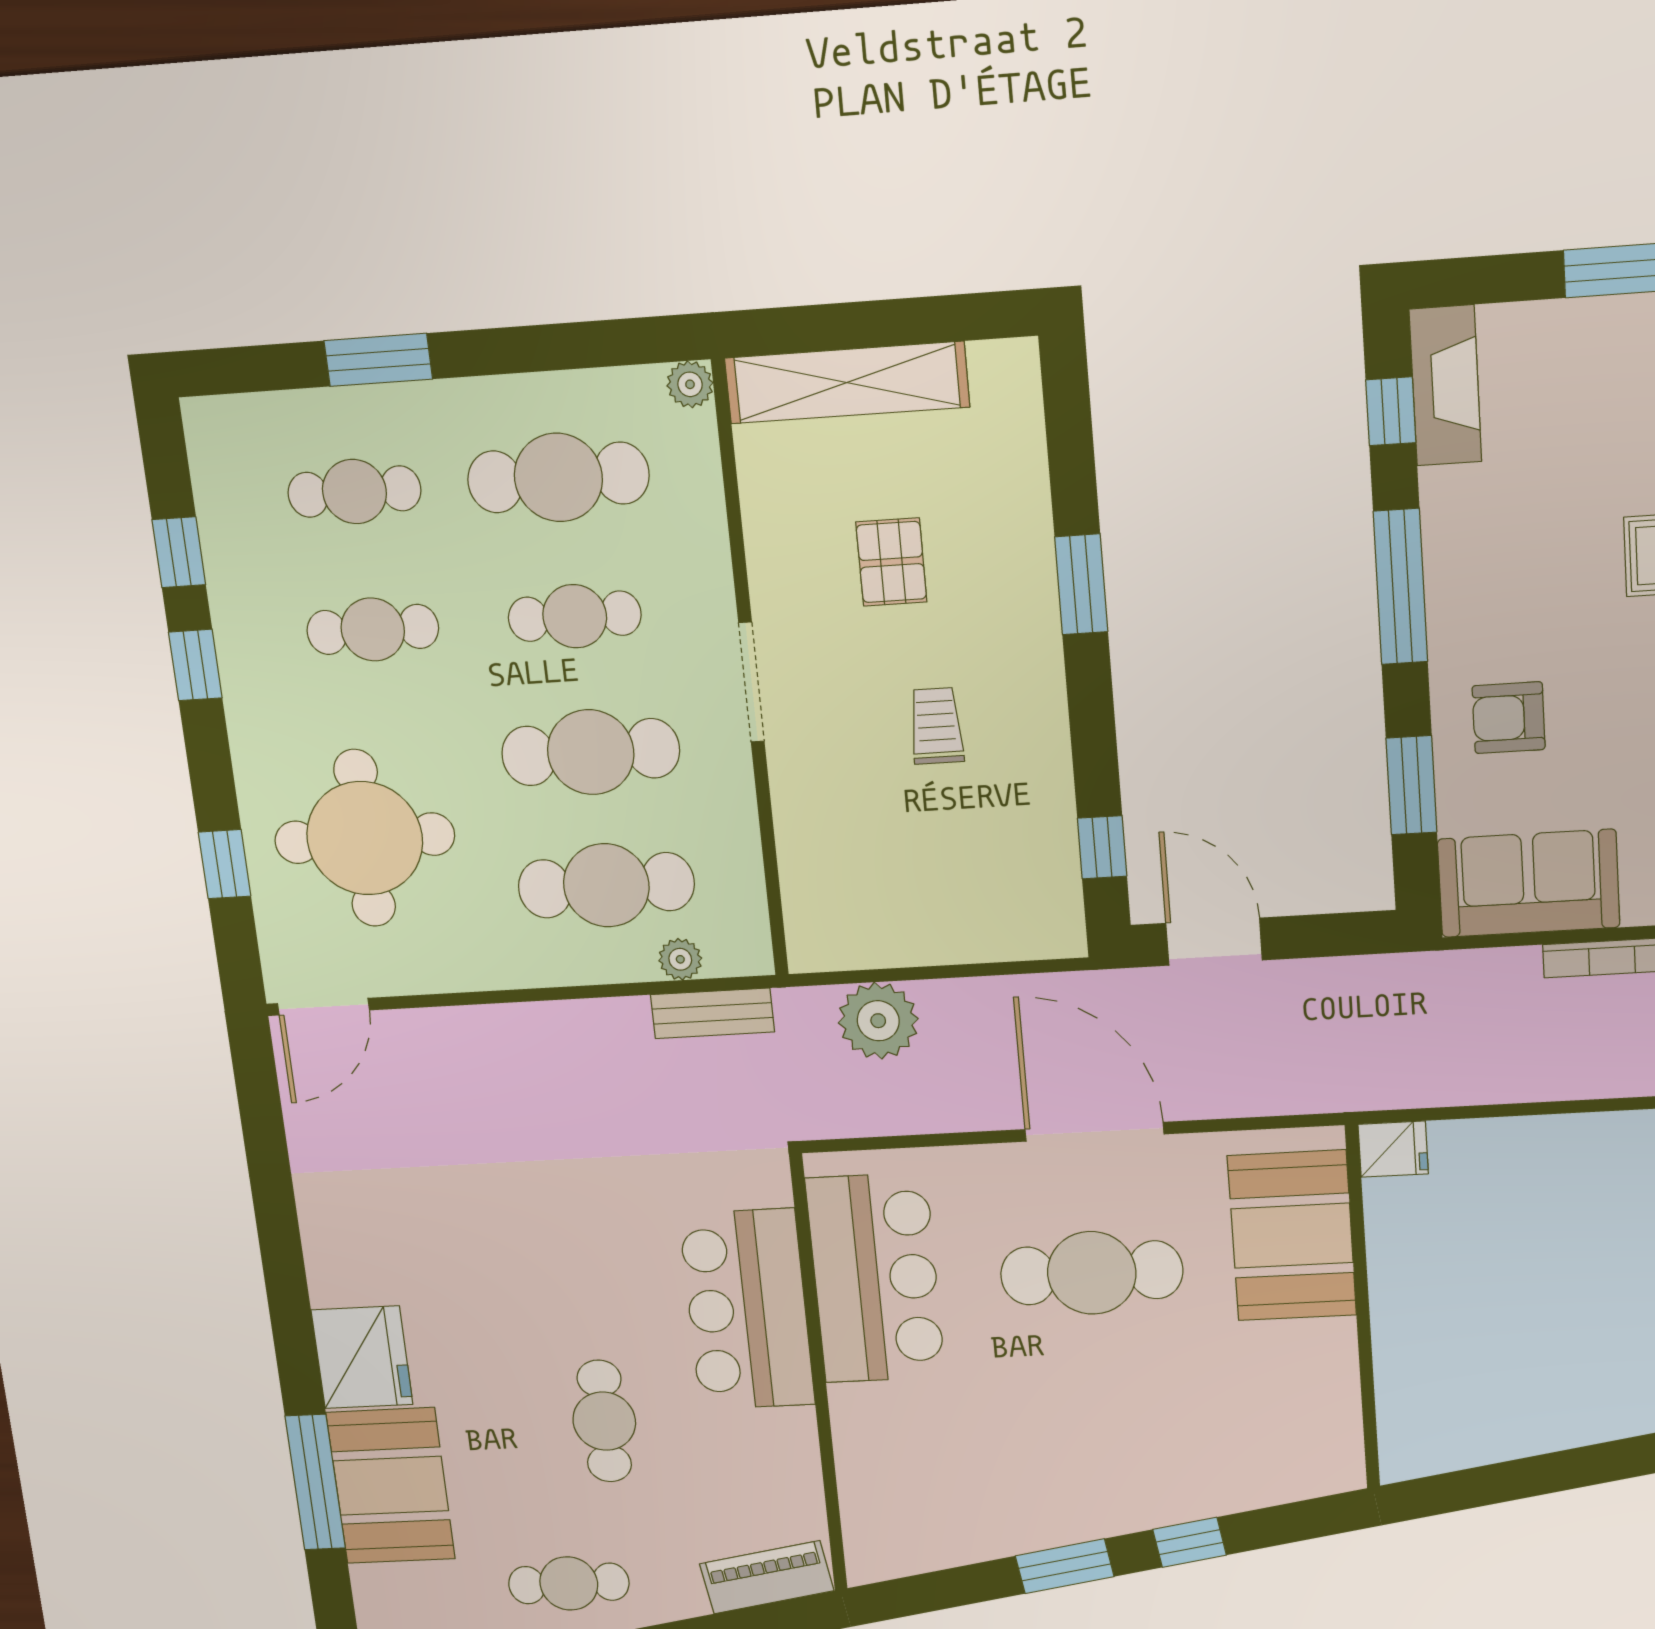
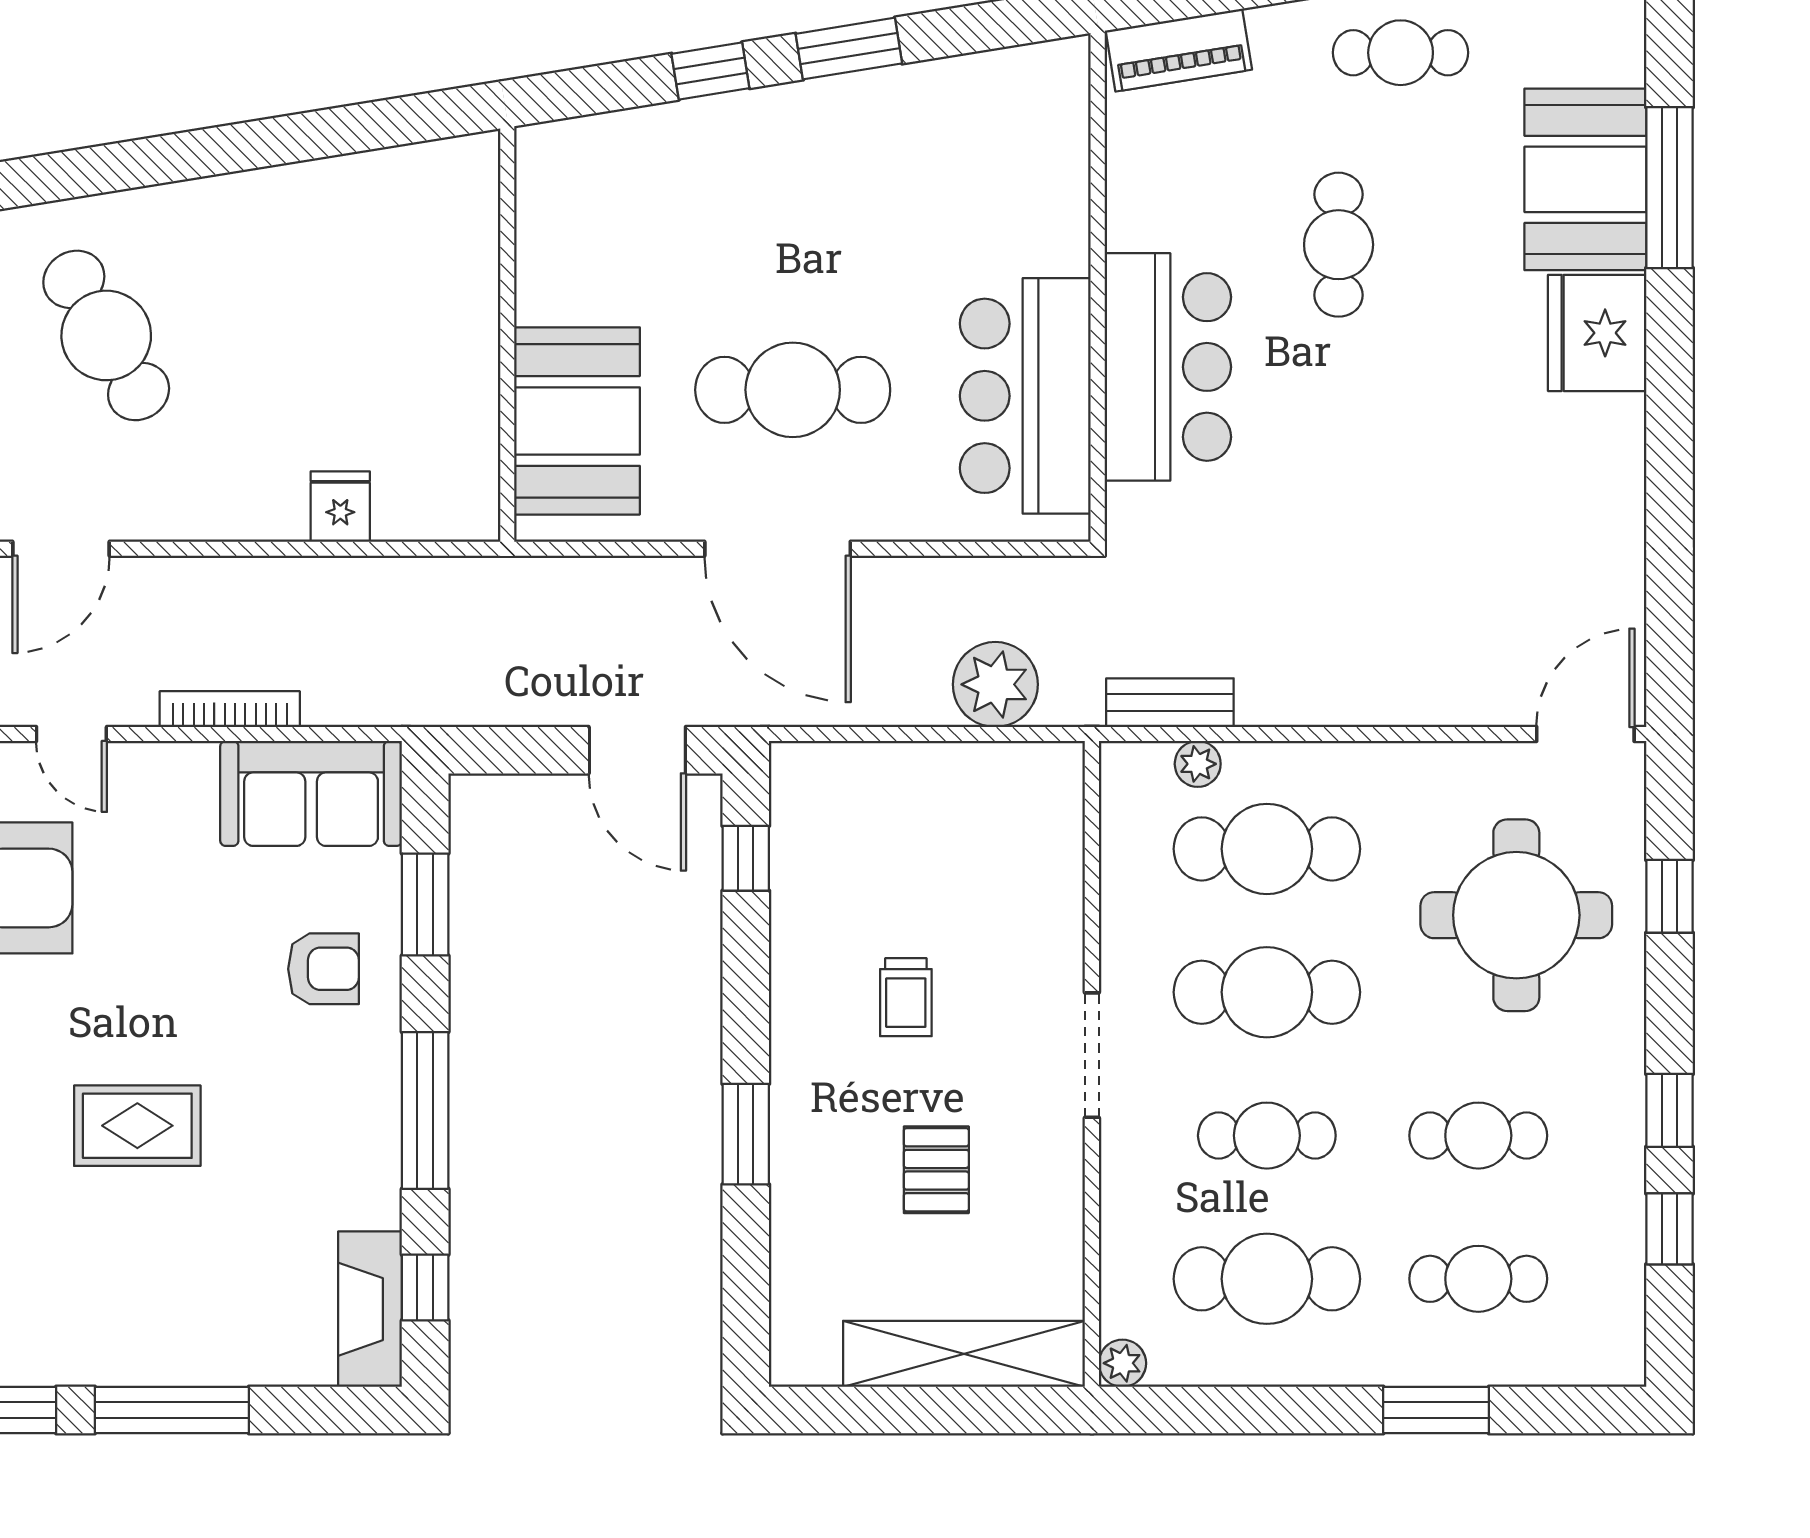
fridge: (1393, 1149) -> (340, 507), moved, turned 90

